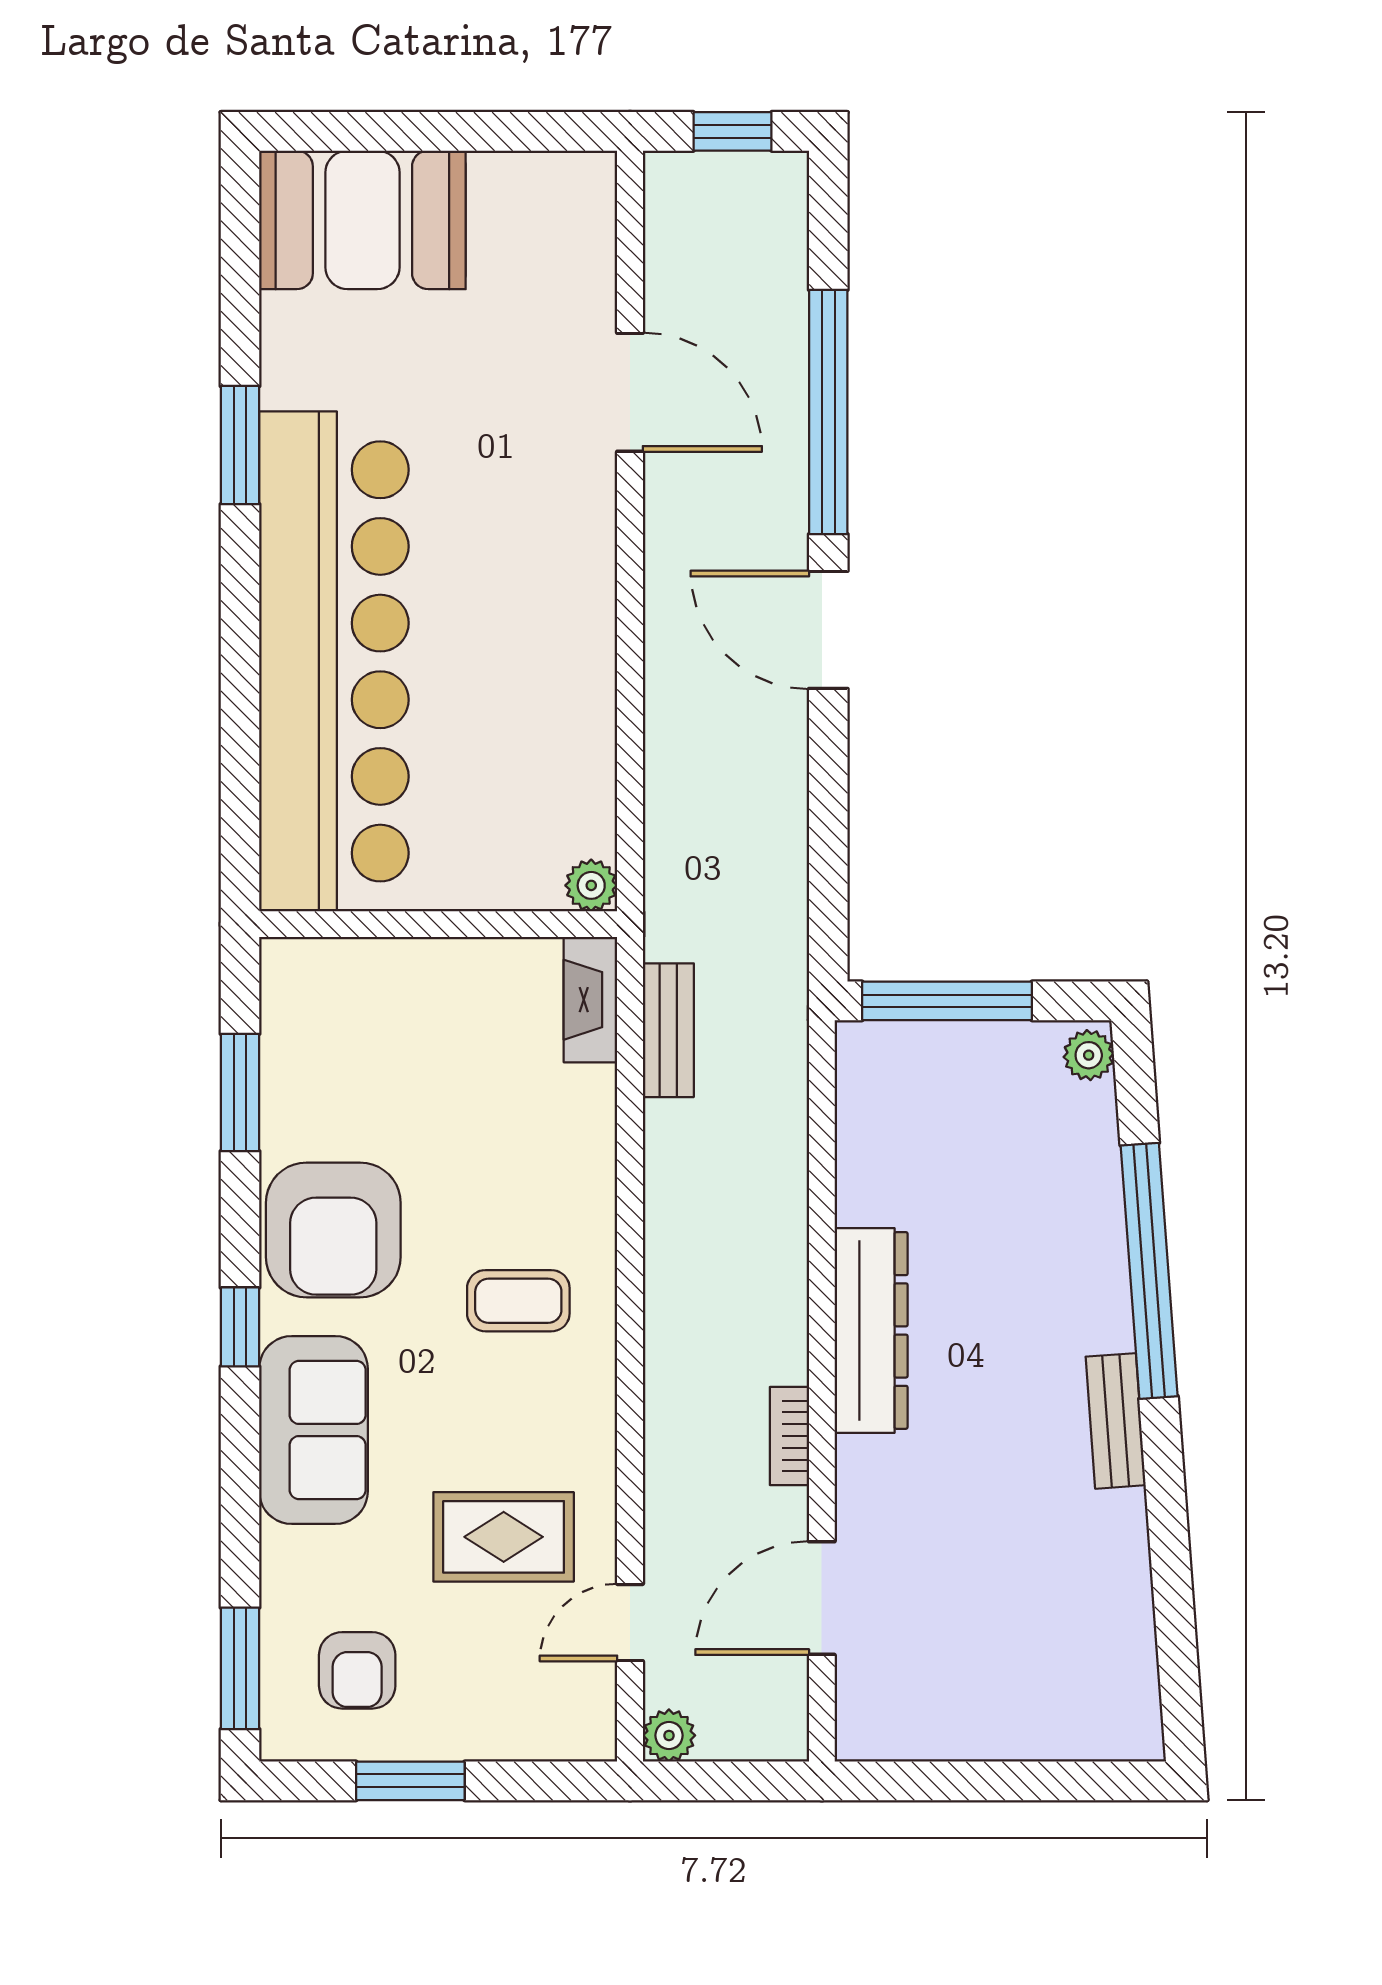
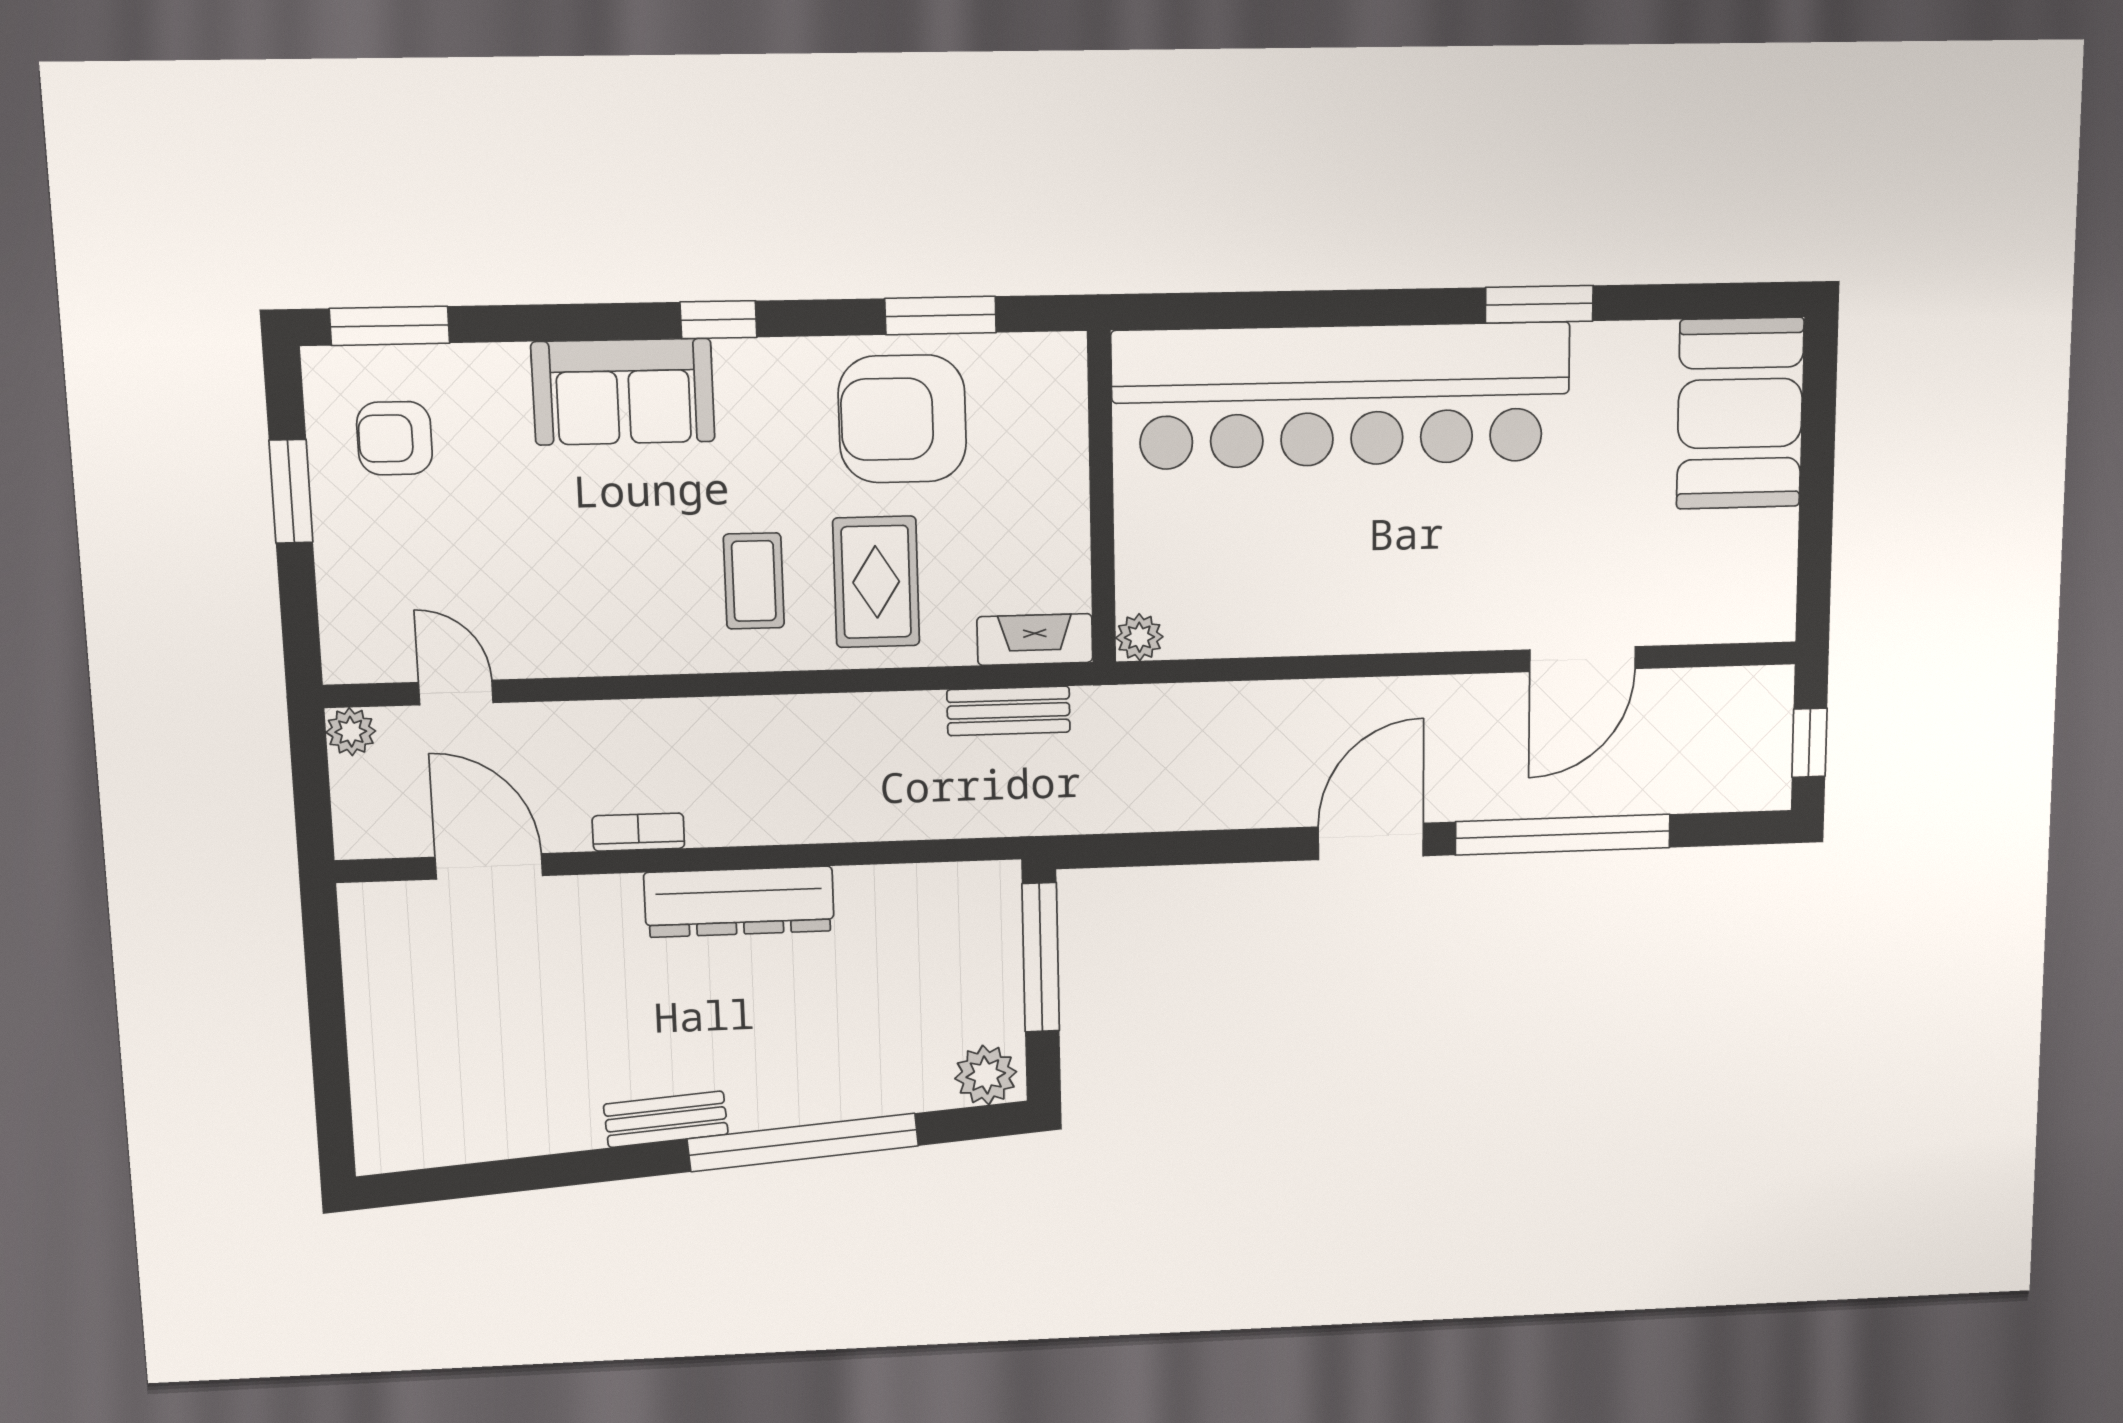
plant: (1089, 1055) -> (986, 1075), width x1.38, depth x1.38
armchair: (333, 1230) -> (902, 419), moved
rug: (504, 1537) -> (876, 582), moved

